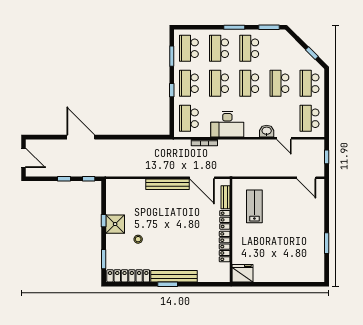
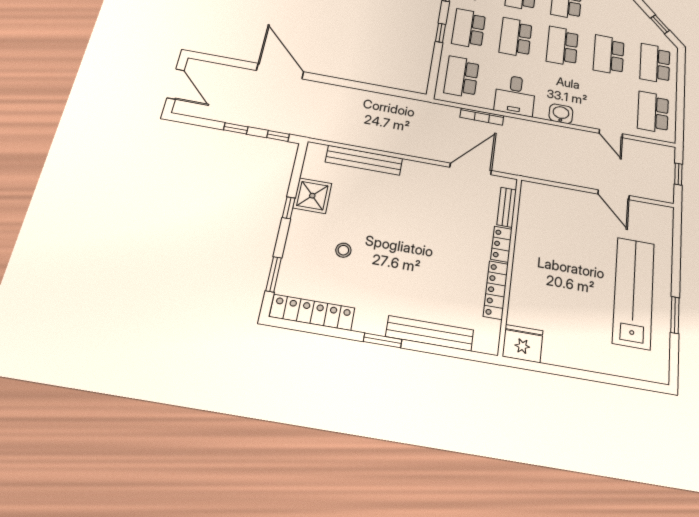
desk: (227, 124) -> (515, 95), width x0.73
washbasin: (267, 131) -> (561, 114), moved
door: (202, 178) -> (471, 169), swing flipped
door: (306, 178) -> (614, 195), moved
bench: (168, 184) -> (364, 160), moved
lab bench: (254, 206) -> (634, 293), moved, width x1.86, depth x1.39
shower: (115, 224) -> (312, 196), moved
bench: (174, 276) -> (430, 333), moved

